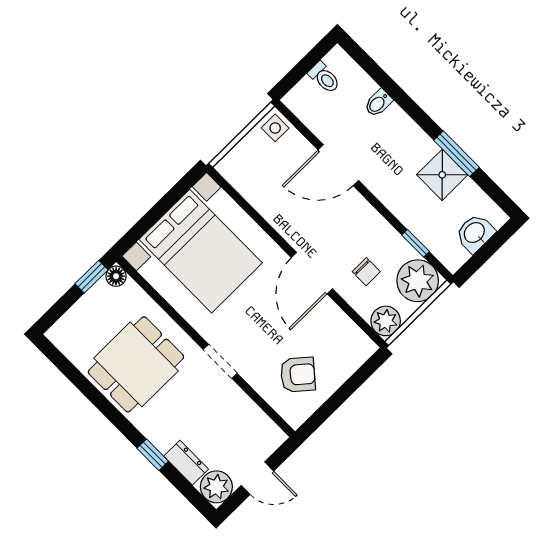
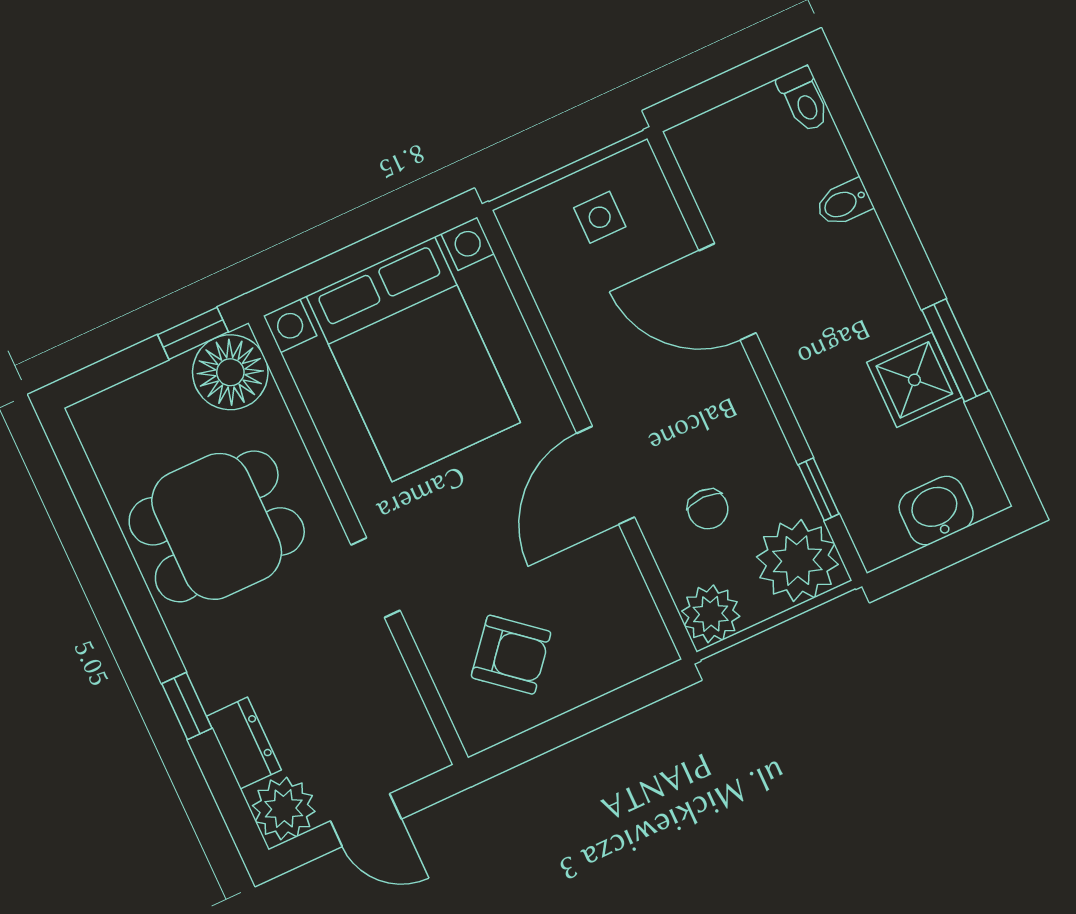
toilet: (324, 78) -> (804, 100), moved
side table: (275, 128) -> (600, 217), moved
floor lamp: (116, 276) -> (230, 372), width x1.89, depth x1.89

